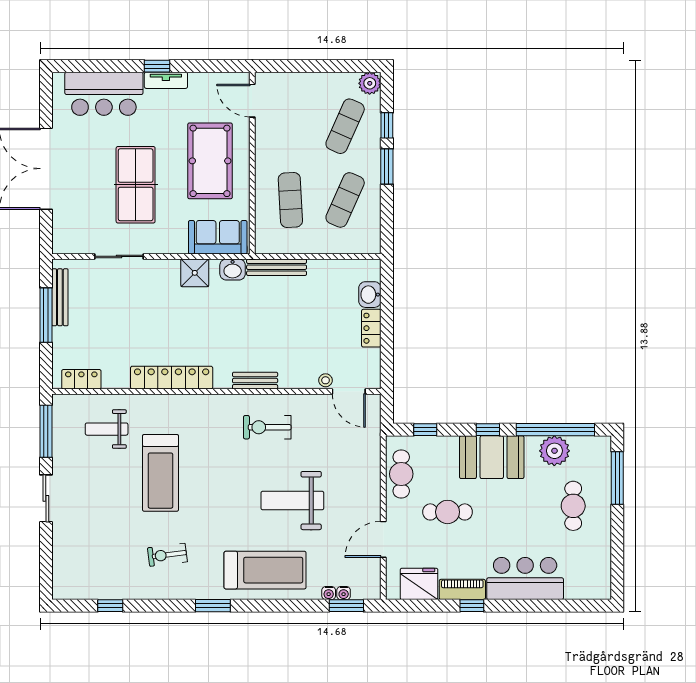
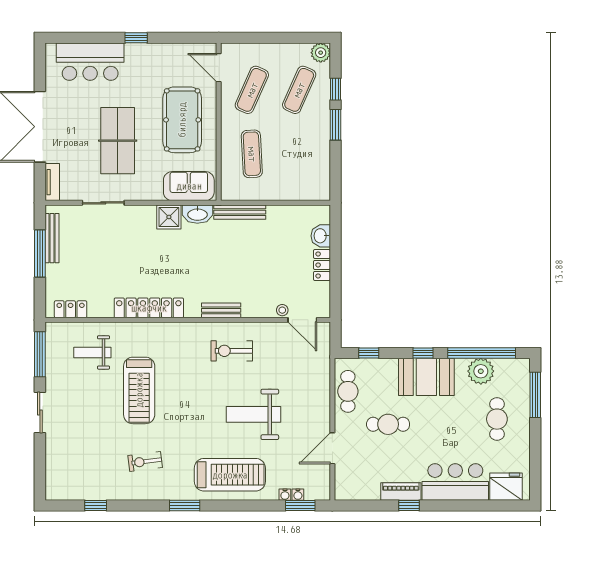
tv unit: (166, 80) -> (52, 182), moved, turned -90
exercise mat: (345, 200) -> (252, 90), moved
washbasin: (233, 269) -> (197, 214), width x1.38
fridge: (419, 584) -> (506, 487), moved

